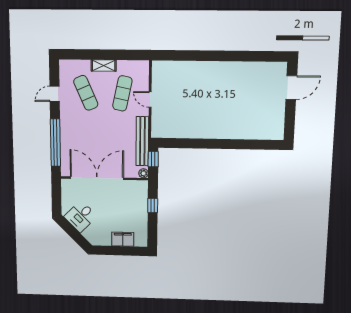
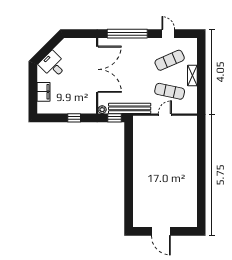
door: (291, 88) -> (161, 231), moved
desk: (81, 216) -> (53, 65), moved

